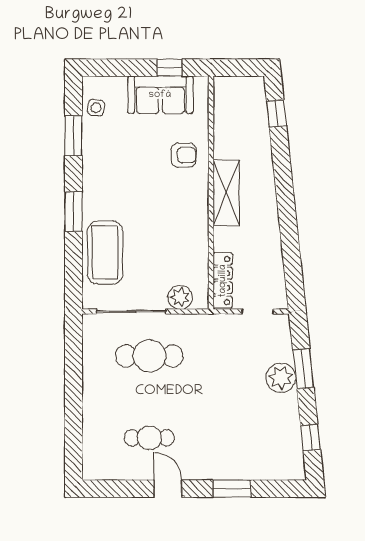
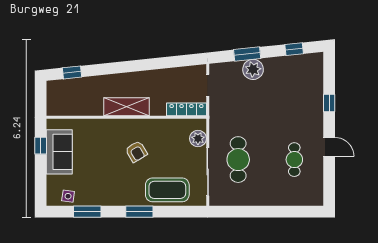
armchair: (184, 155) -> (136, 152), moved, turned 149
door: (168, 489) -> (329, 147), swing flipped
window: (232, 489) -> (329, 103), width x0.67

